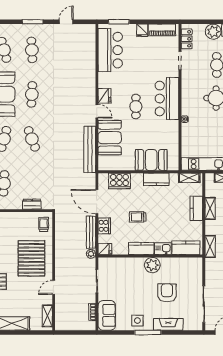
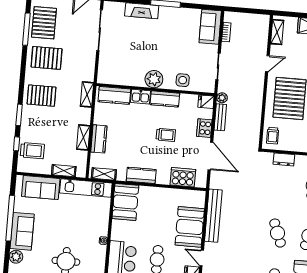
booth: (151, 160) -> (125, 202), moved, turned 90
bench: (91, 232) -> (220, 117), width x0.73
armchair: (167, 293) -> (140, 46), removed
side table: (137, 321) -> (183, 80), moved

